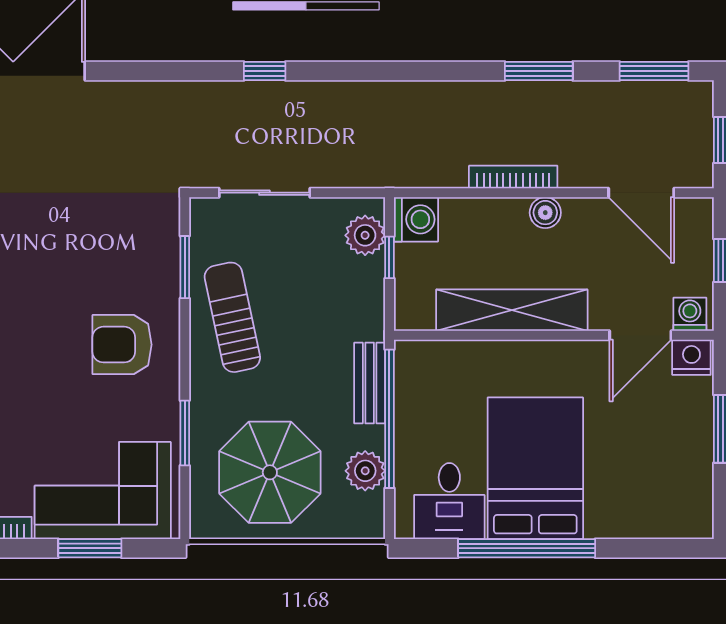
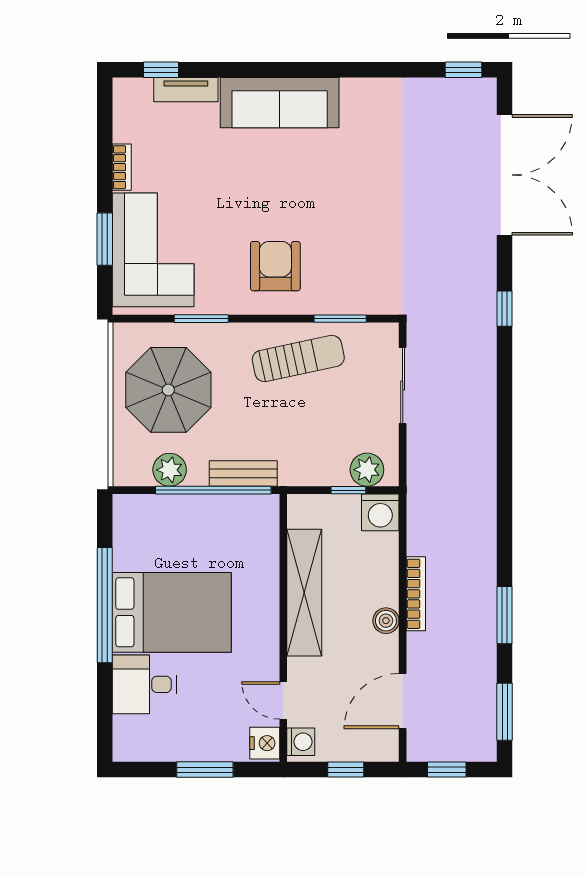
window: (265, 71) -> (505, 309), moved
door: (640, 335) -> (283, 700), width x0.73
desk: (449, 501) -> (144, 684), moved

